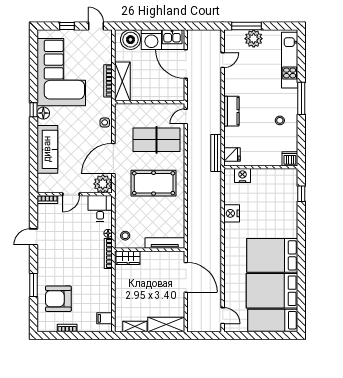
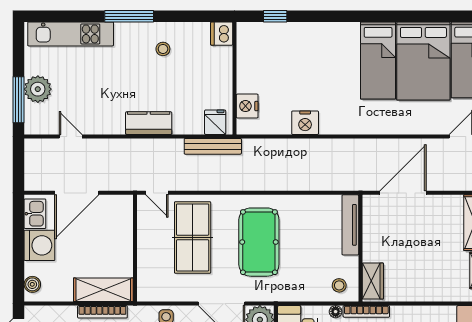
boiler: (130, 40) -> (32, 284), width x0.54, depth x0.54
bed: (272, 255) -> (378, 61), width x0.67

